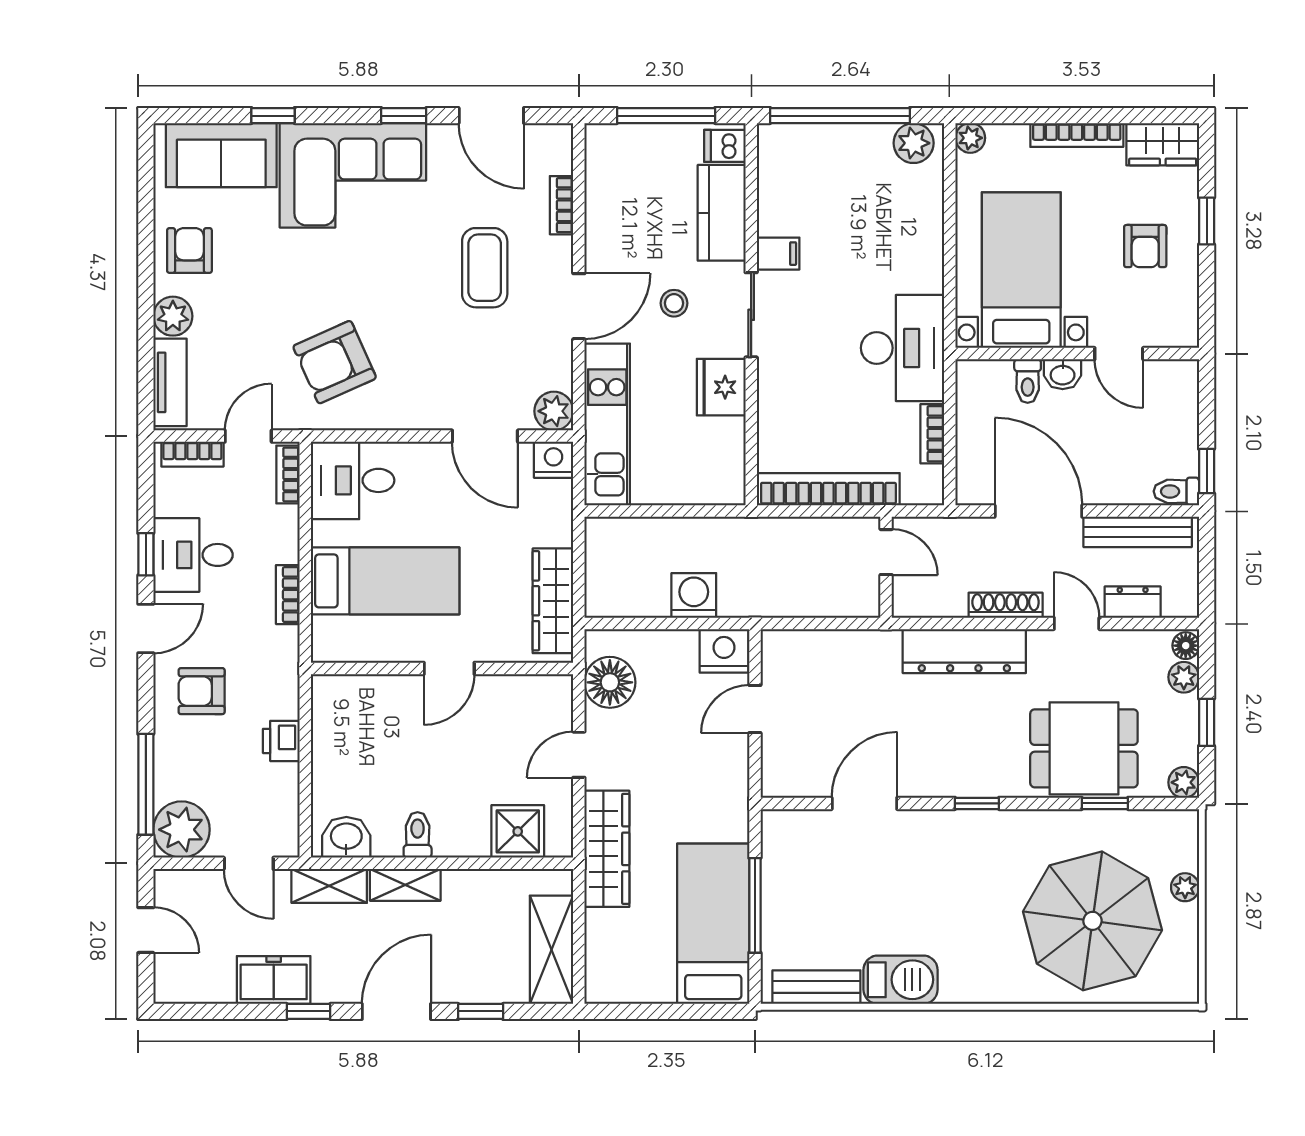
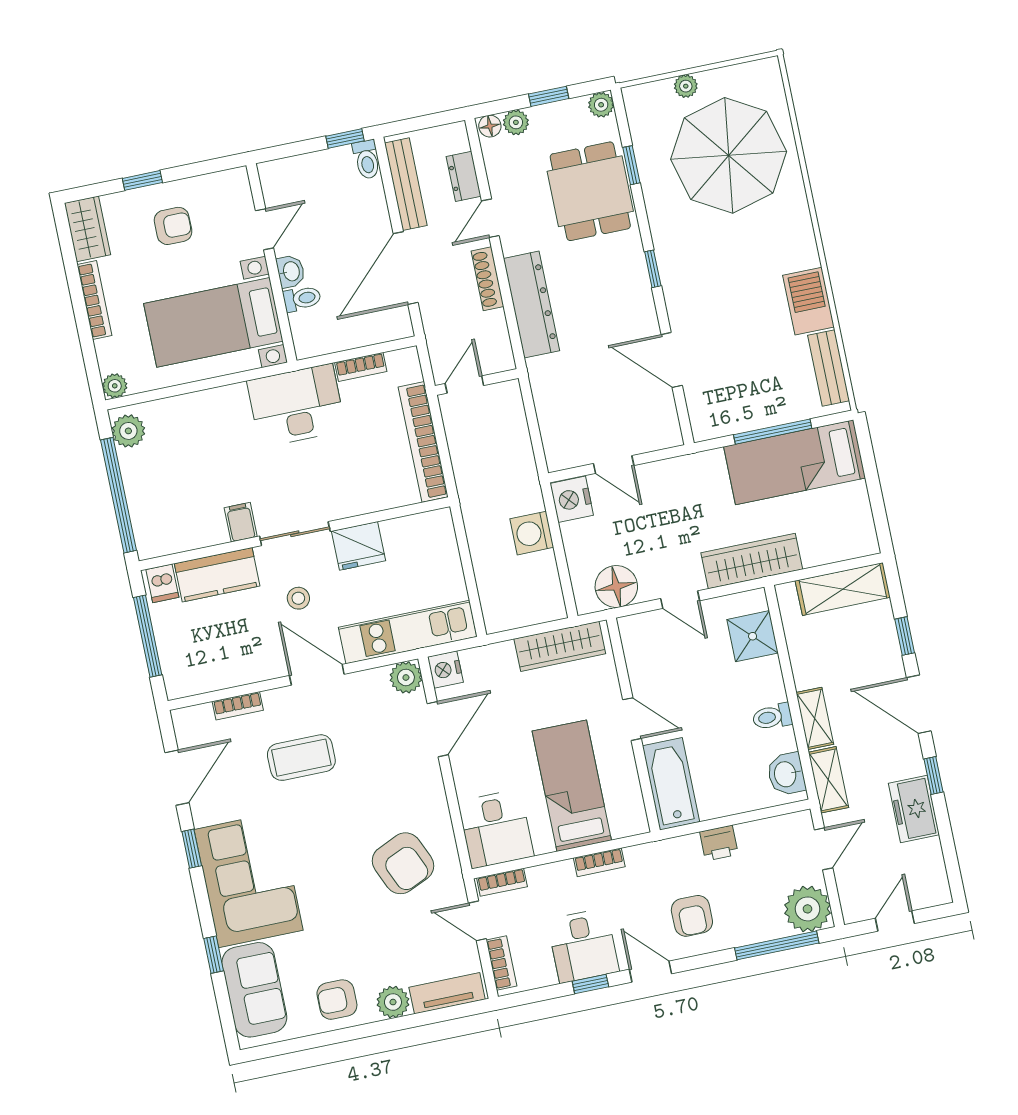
bathtub: (363, 699) -> (671, 784), added

